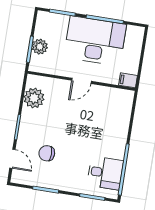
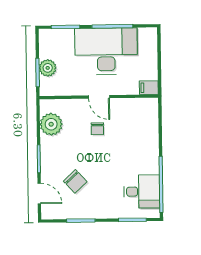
door: (82, 81) -> (99, 97), hinge flipped
chair: (75, 109) -> (97, 129), added
chair: (47, 153) -> (75, 181), turned -133

